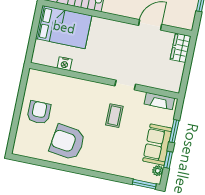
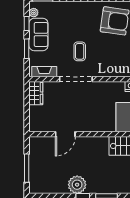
wardrobe: (181, 48) -> (36, 93), moved
doorway: (125, 85) -> (76, 79), width x1.88

